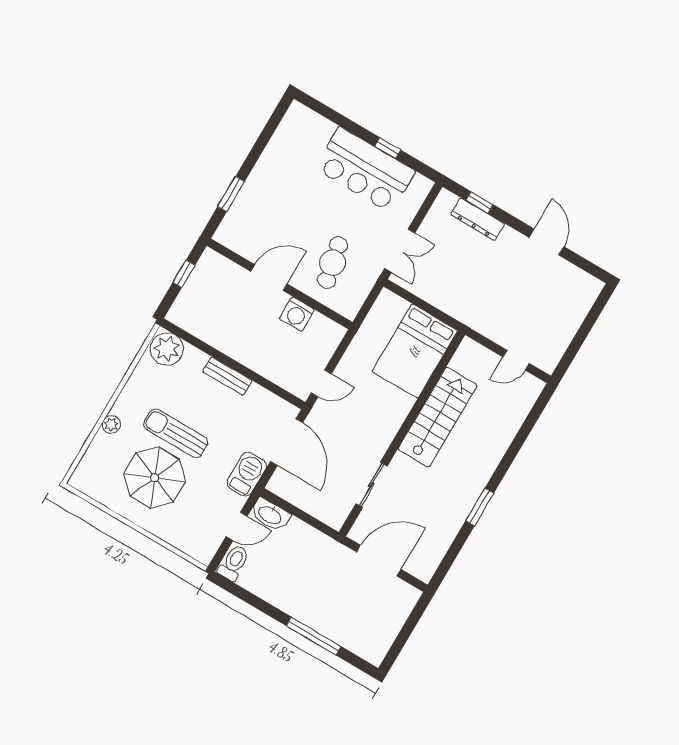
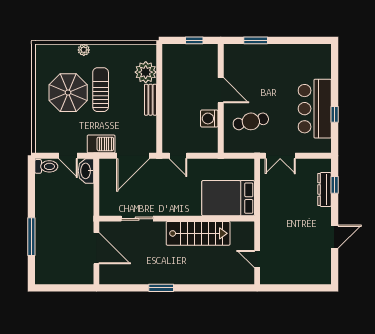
plant: (167, 349) -> (146, 72), moved

